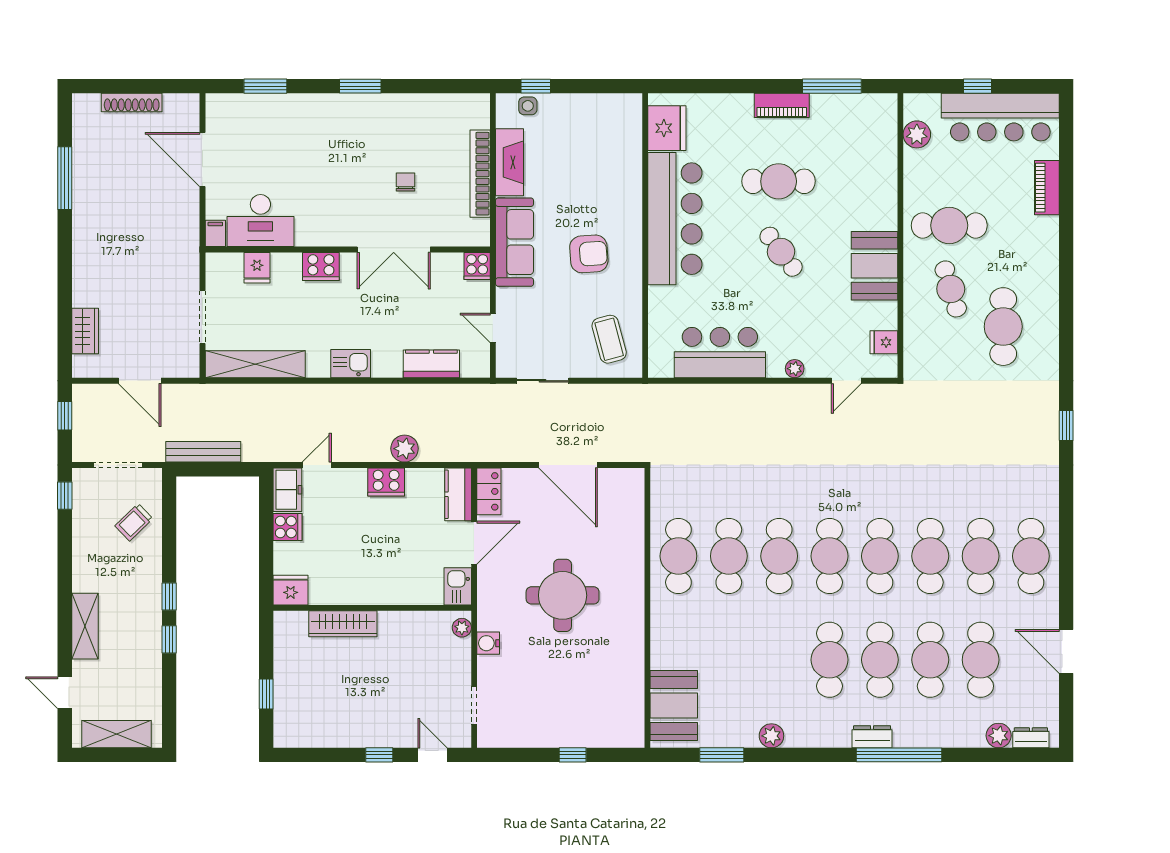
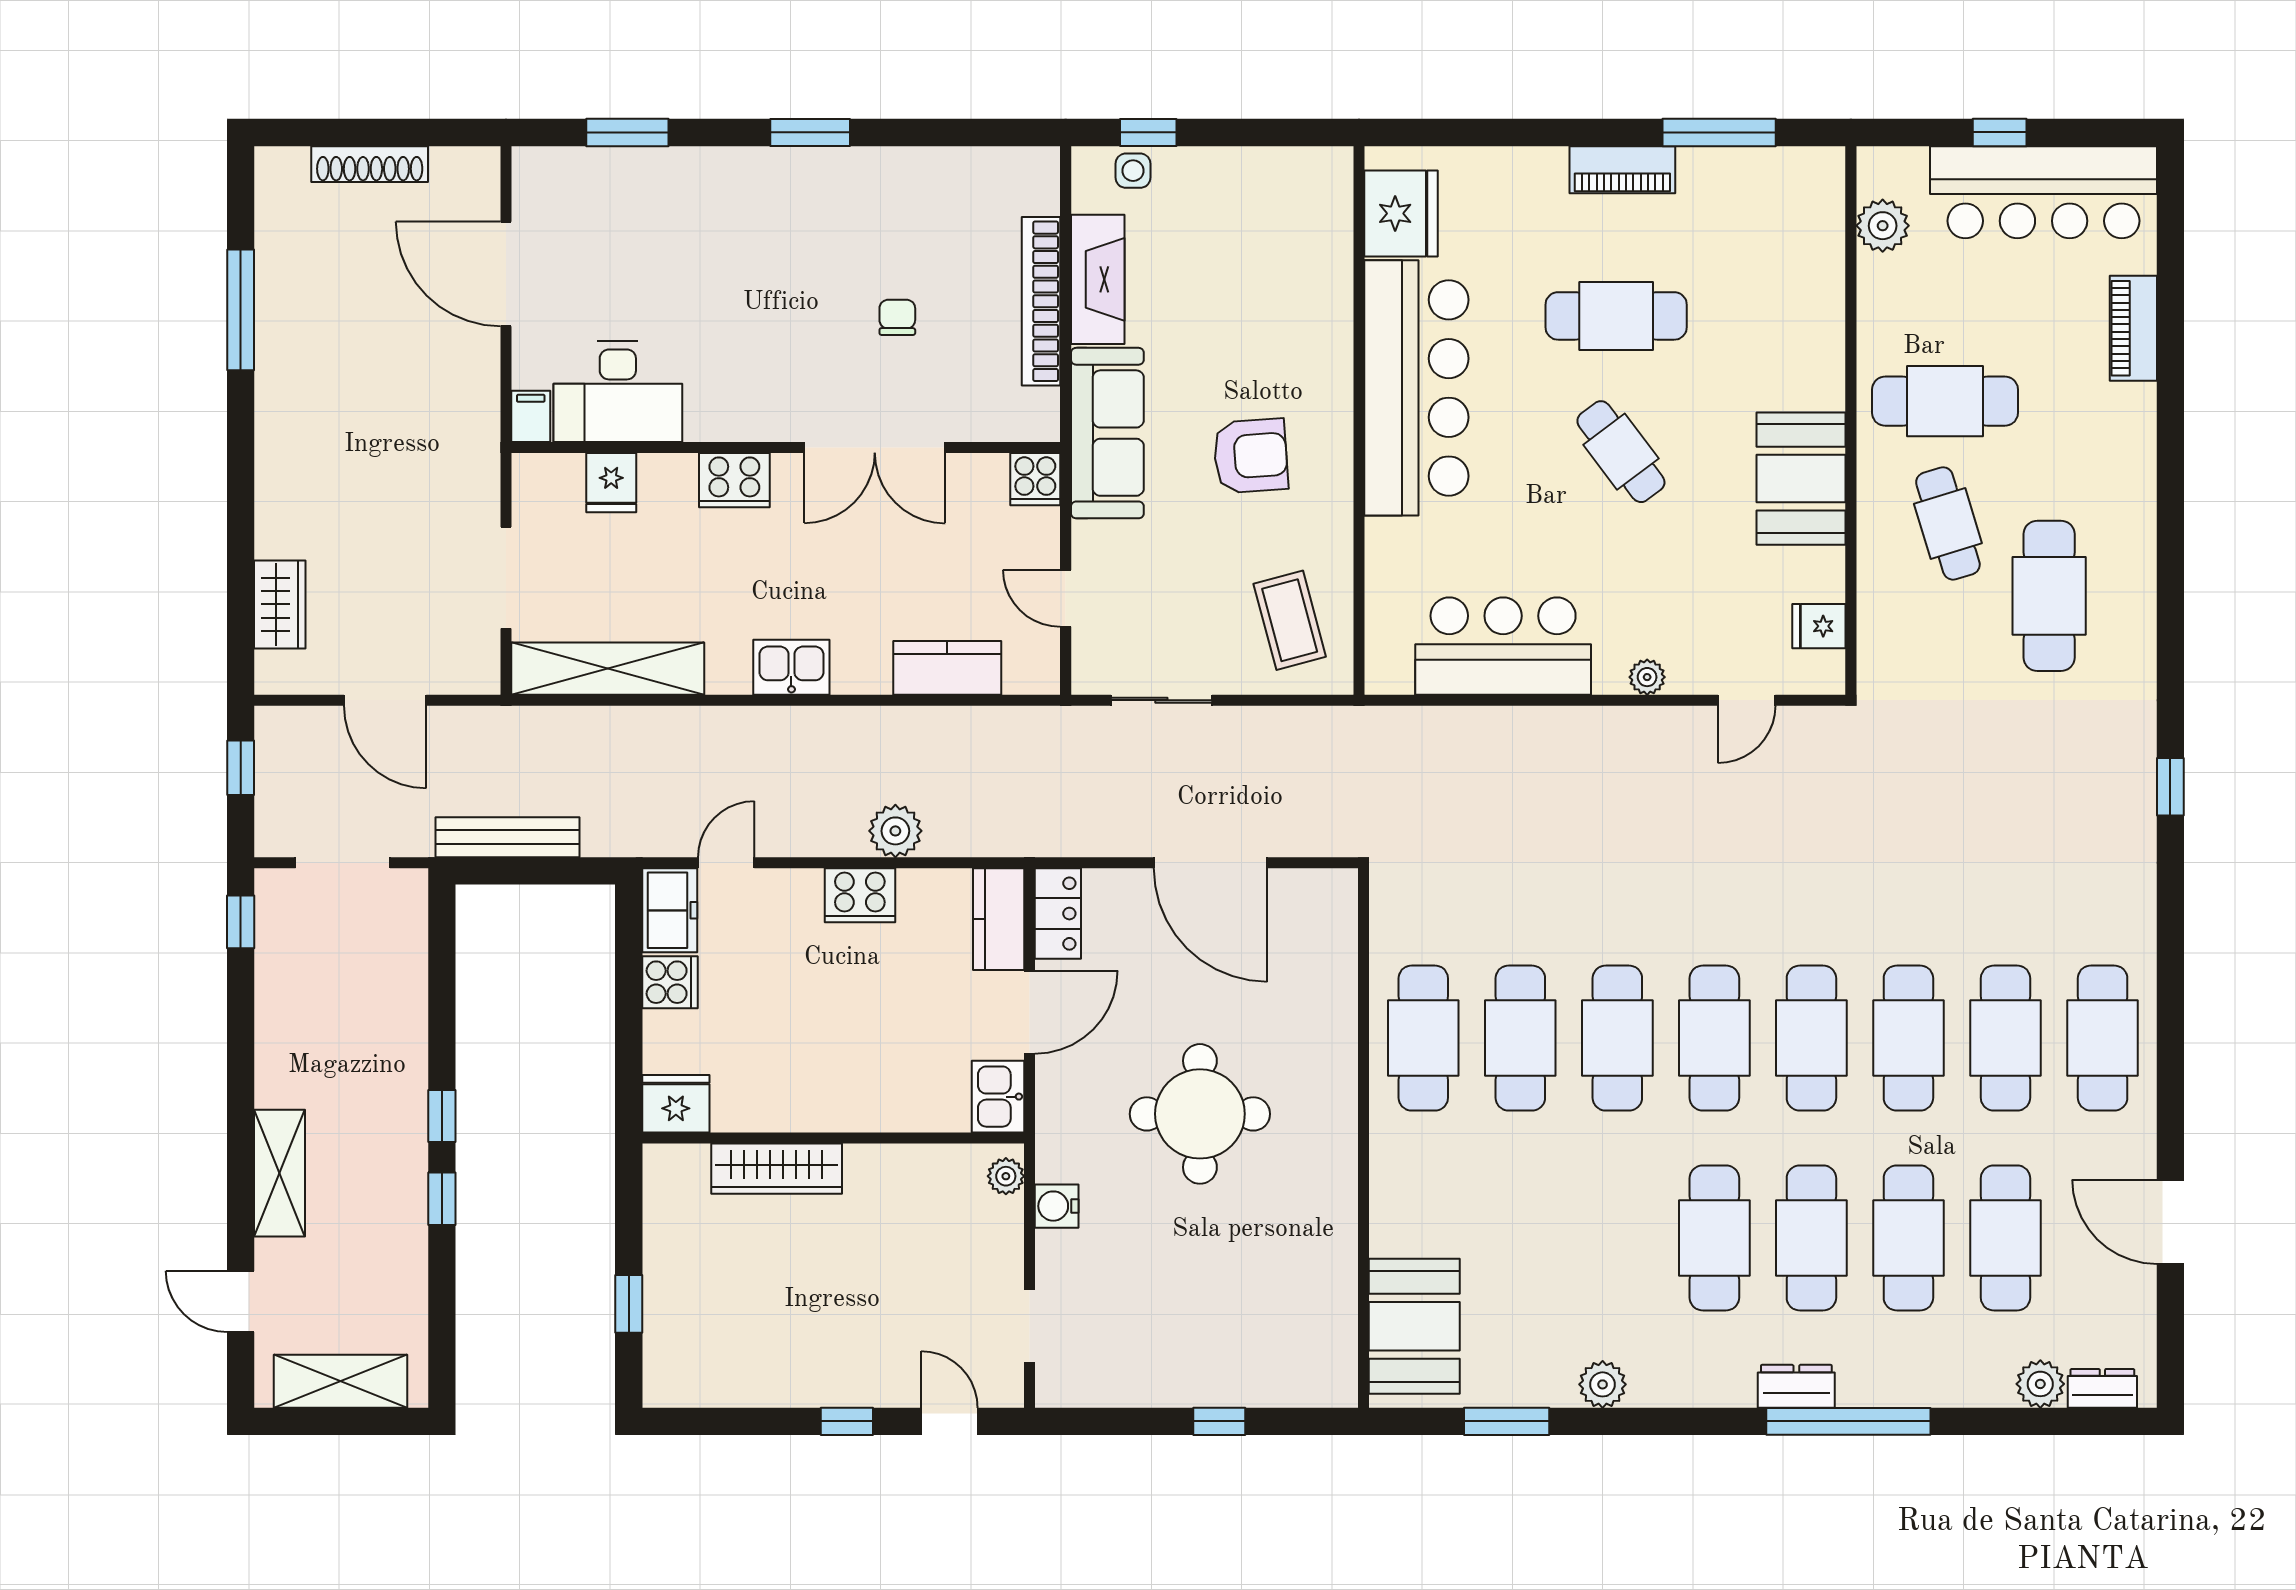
trolley: (134, 522) -> (374, 973), removed

